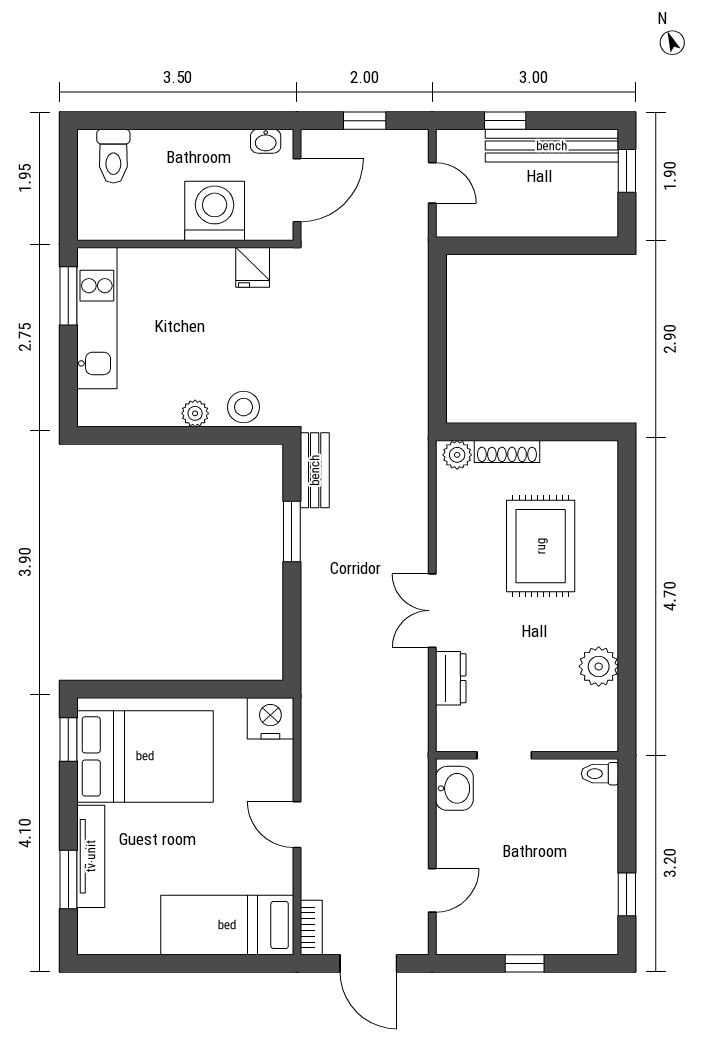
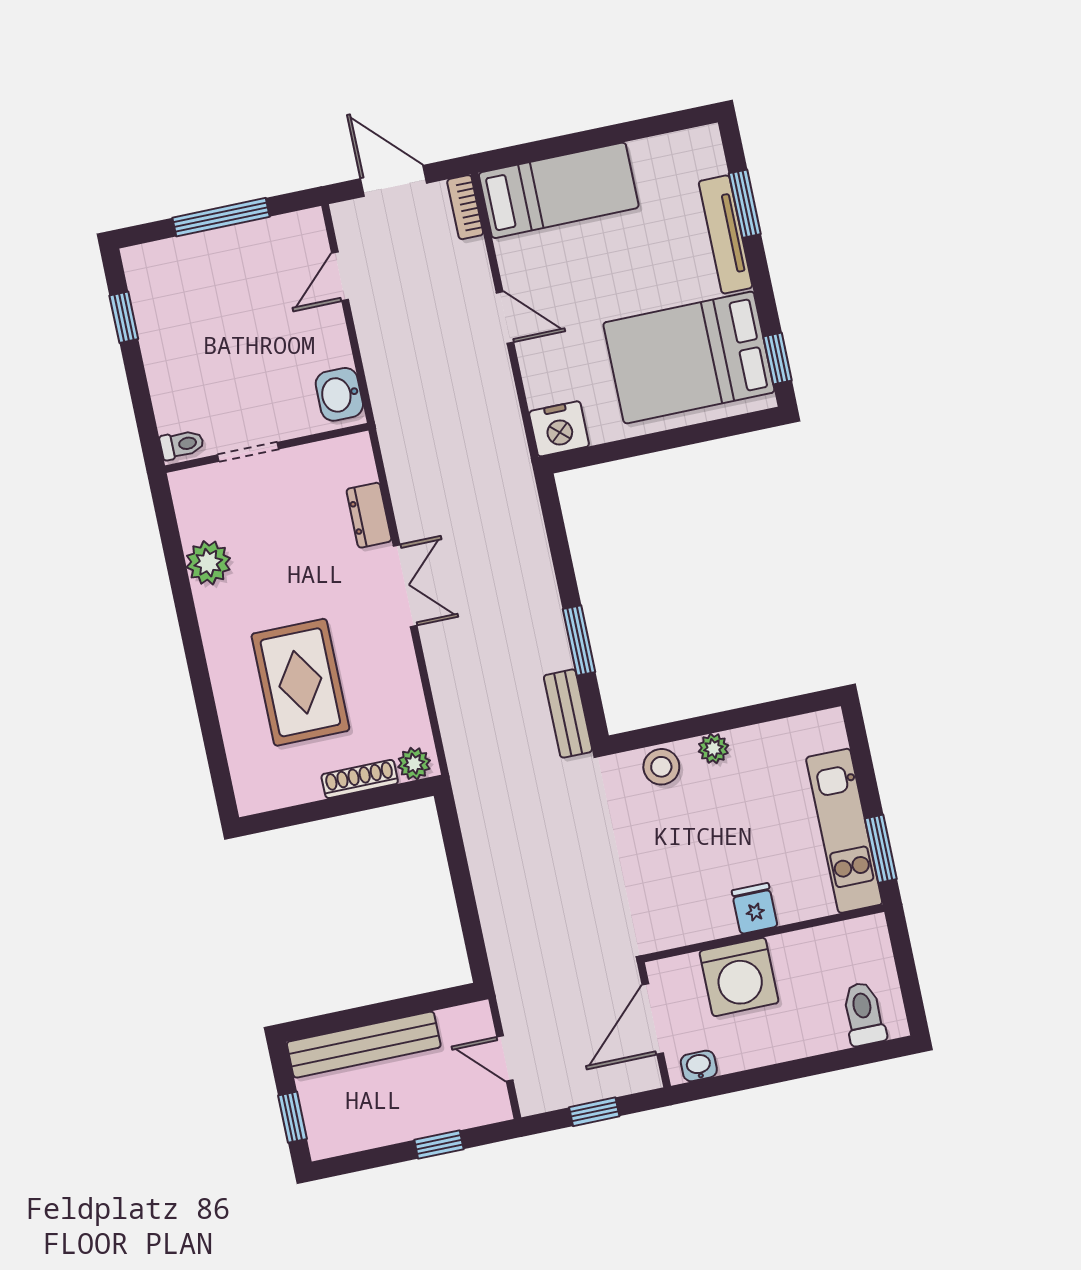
bench: (552, 146) -> (364, 1045), moved
fridge: (253, 267) -> (755, 908), moved
doorway: (504, 755) -> (248, 452), moved
window: (525, 963) -> (221, 217), width x2.17

